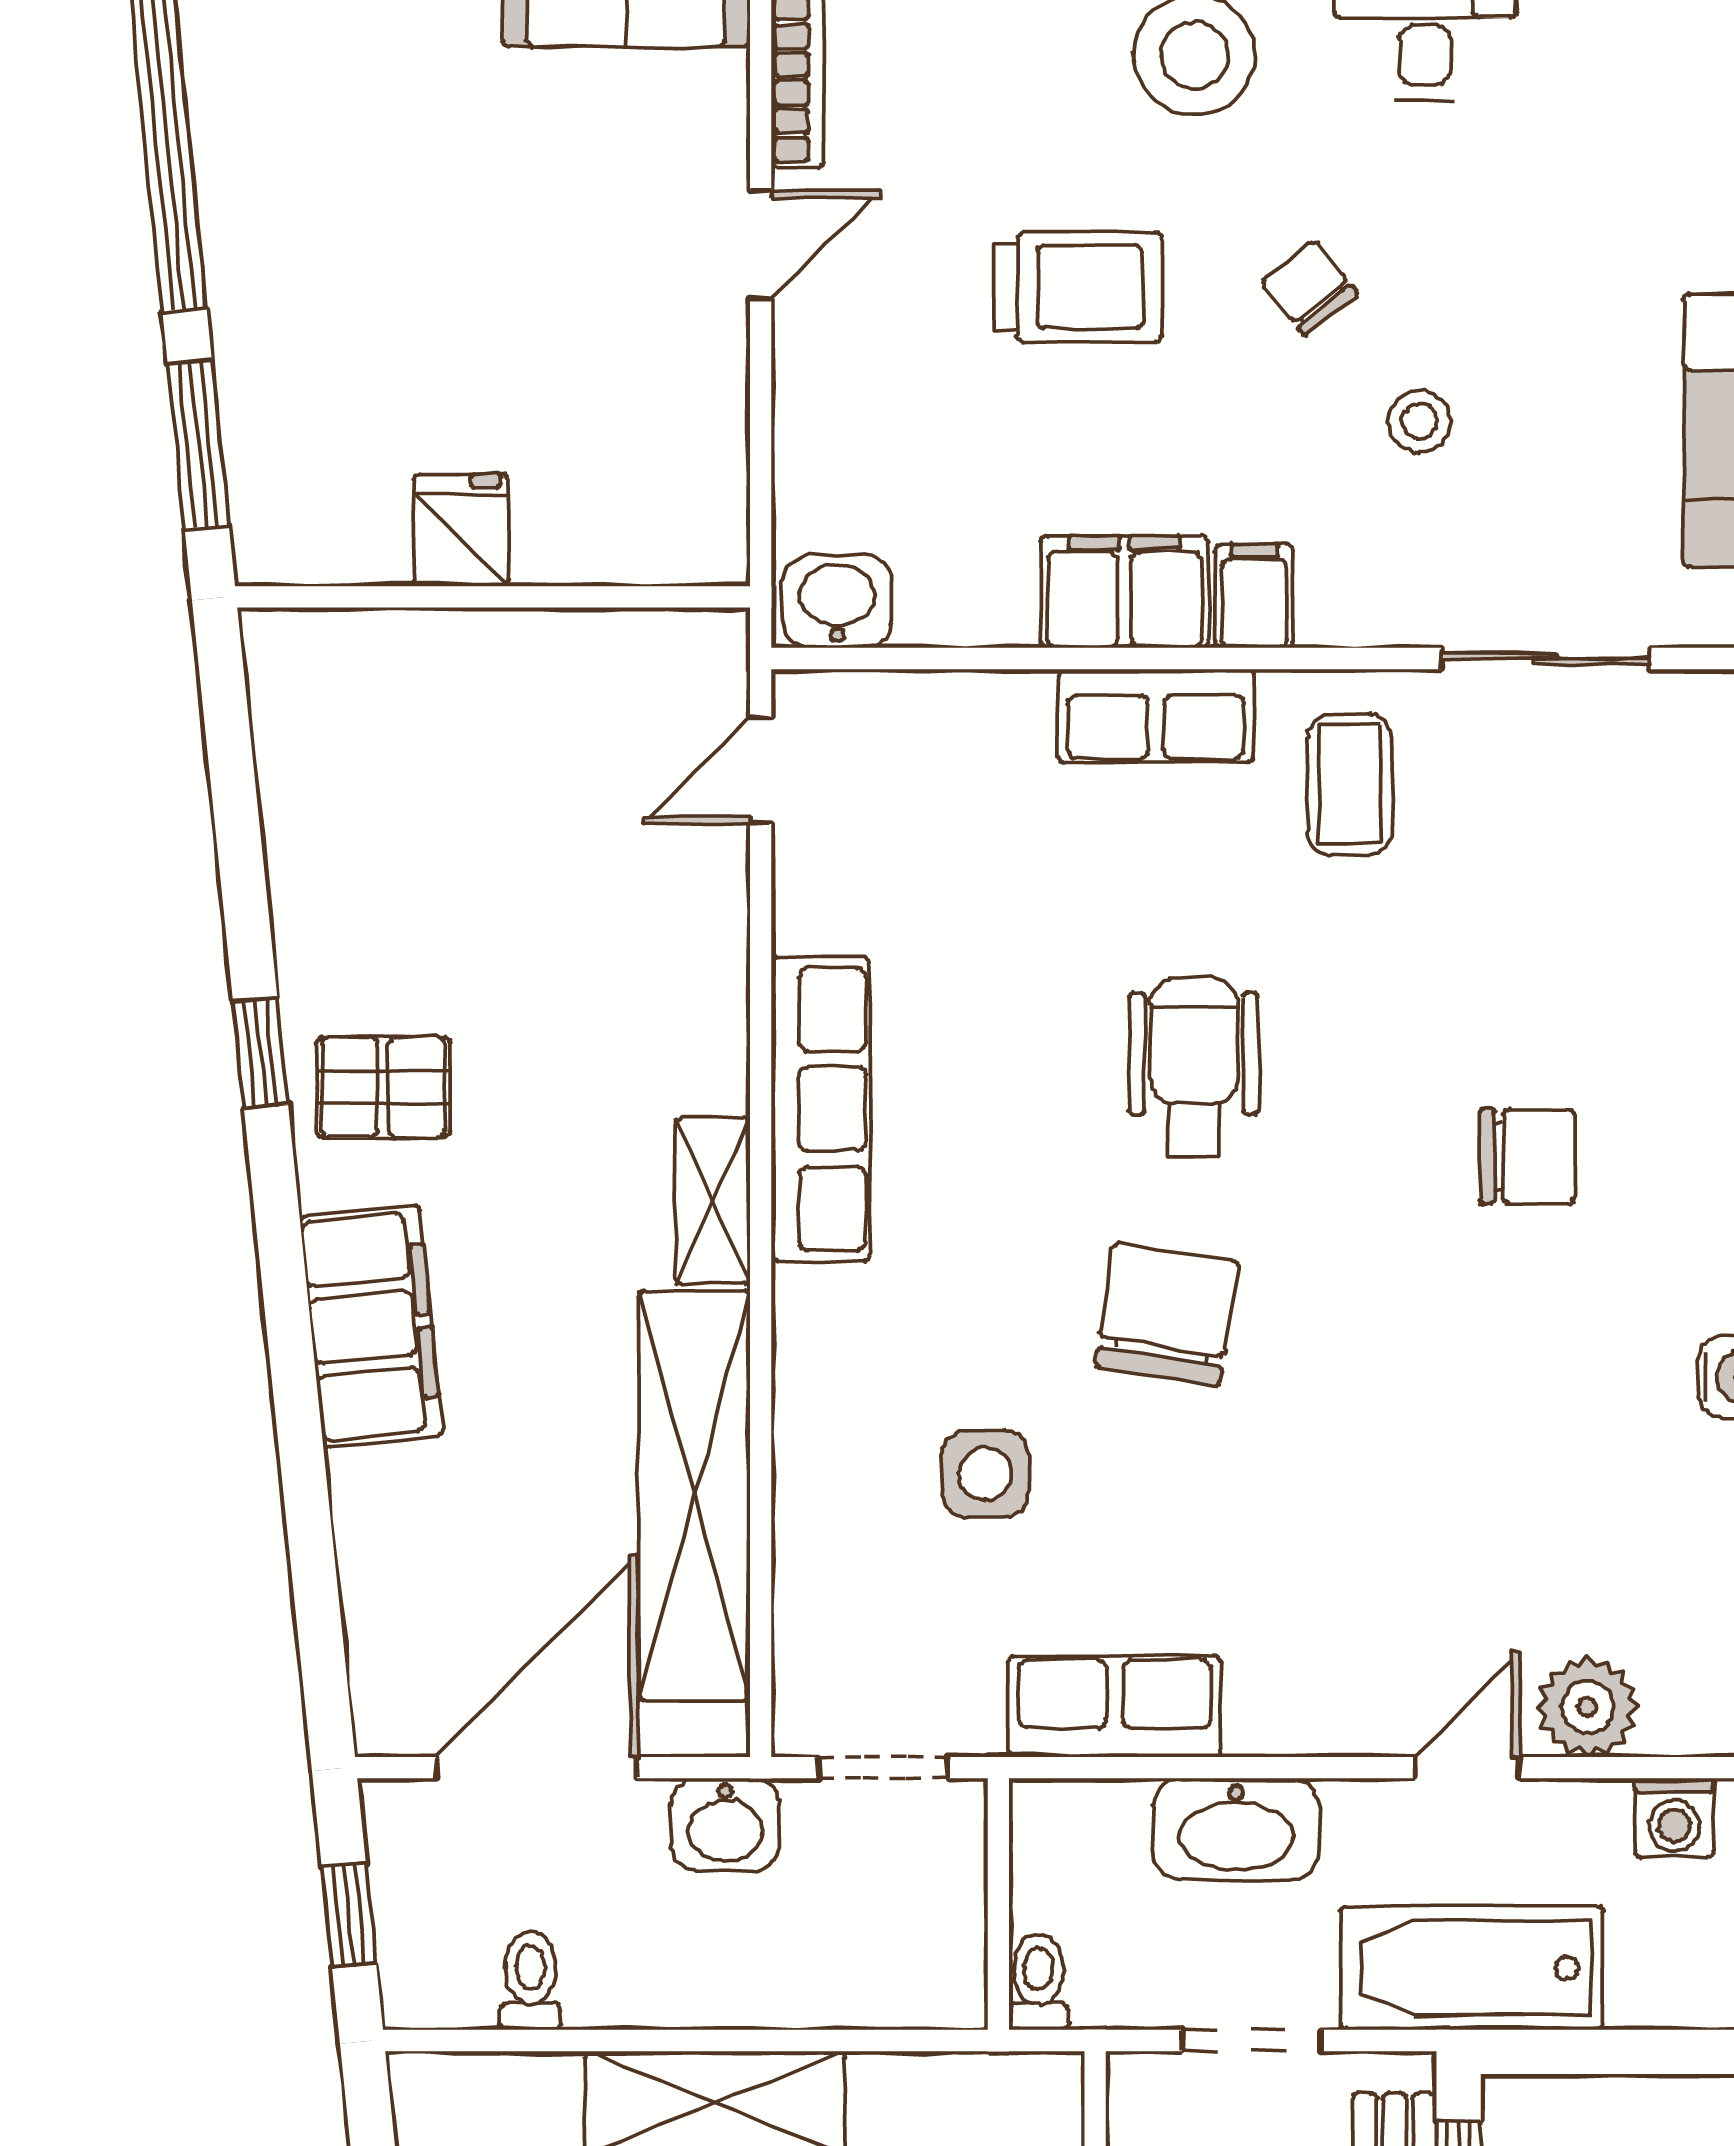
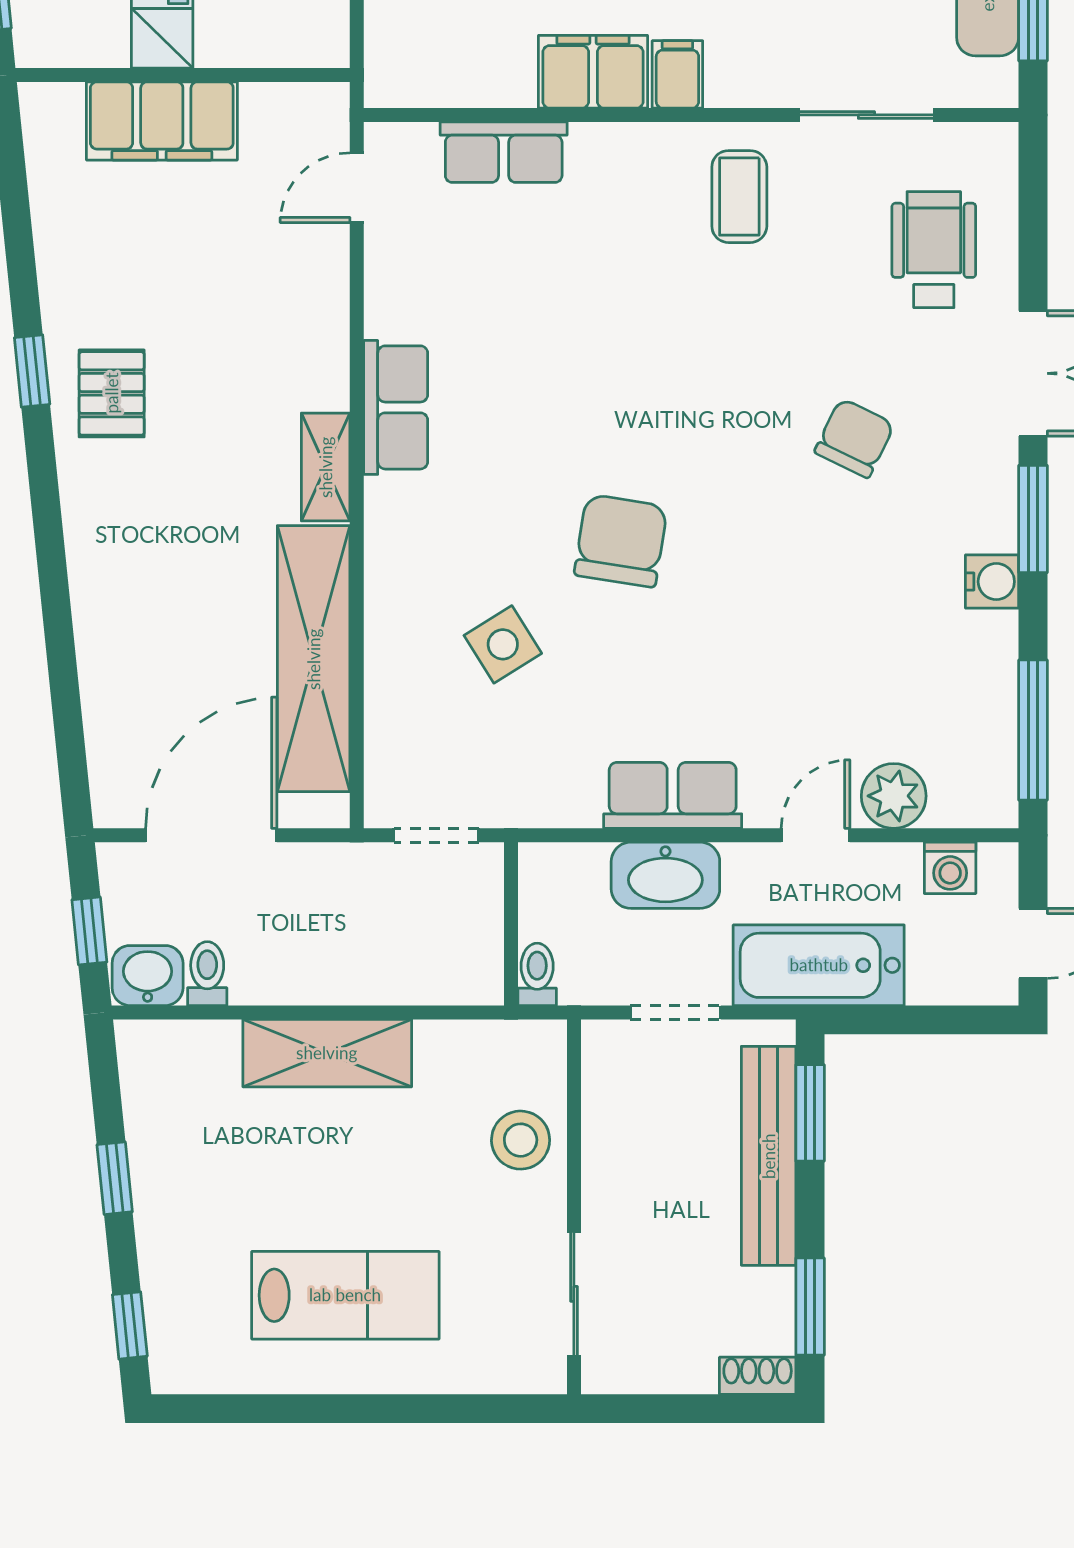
washbasin: (837, 601) -> (406, 78), removed
row of seats: (1156, 716) -> (504, 152), moved
wheelchair: (1194, 1068) -> (934, 250), moved
pallet: (383, 1087) -> (112, 393), turned 90
row of seats: (821, 1109) -> (396, 407), width x0.68
chair: (1527, 1156) -> (854, 438), turned -64
filing cabinet: (371, 1326) -> (162, 121), moved, turned 96
side table: (986, 1474) -> (503, 644), turned -32
row of seats: (1115, 1706) -> (673, 795), moved
washbasin: (725, 1824) -> (148, 976), moved, turned 180

